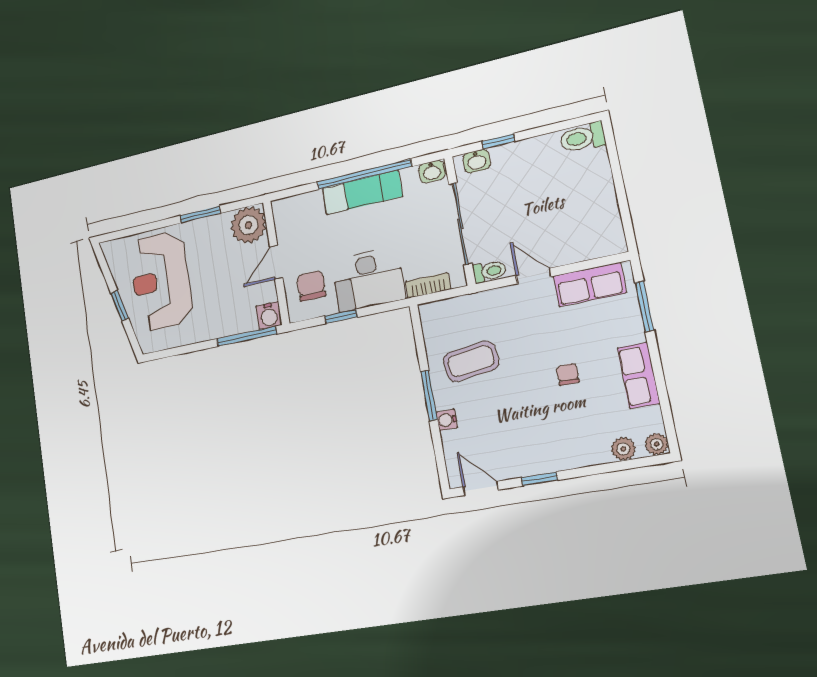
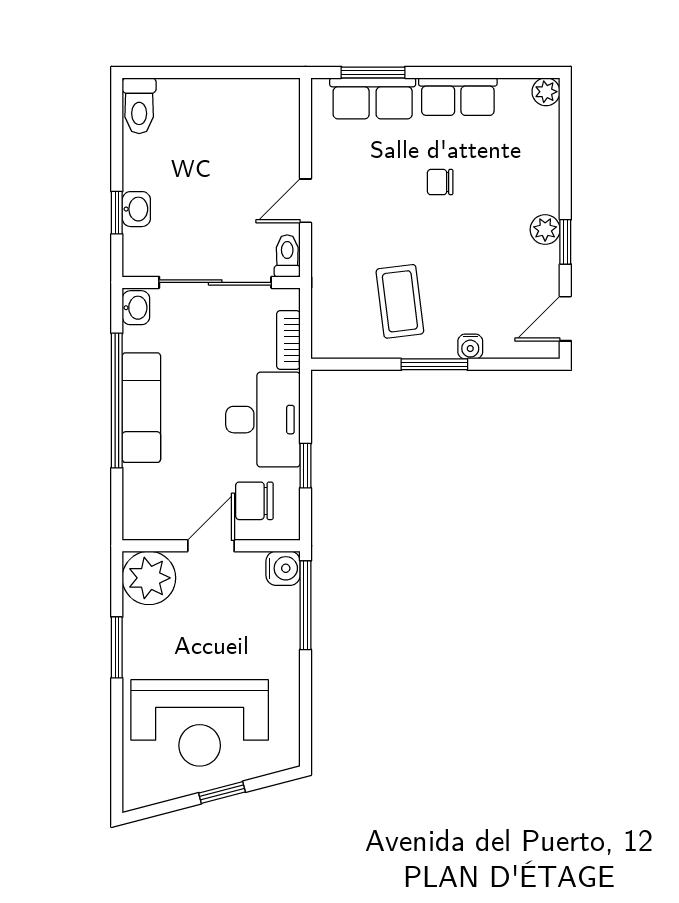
washbasin: (477, 161) -> (136, 209), moved
door: (276, 262) -> (211, 546), swing flipped
row of seats: (590, 284) -> (373, 98), moved, turned 90
plant: (623, 449) -> (545, 230), moved

